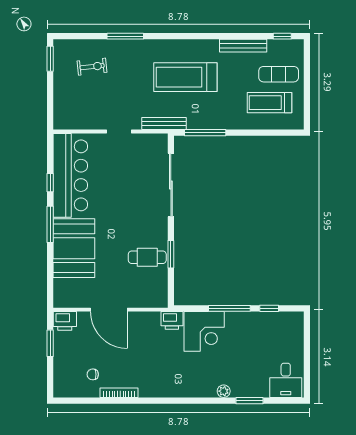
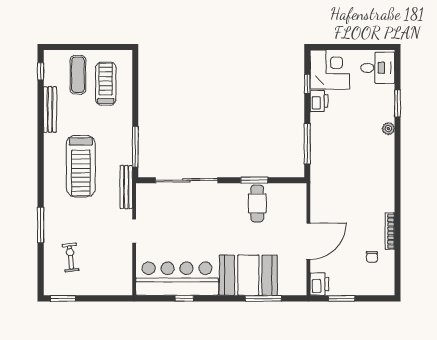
treadmill: (270, 103) -> (106, 84), turned 180
window: (50, 224) -> (263, 298), moved
window: (229, 308) -> (307, 144), moved
printer: (172, 320) -> (319, 101), moved
corner desk: (204, 331) -> (330, 70), moved

